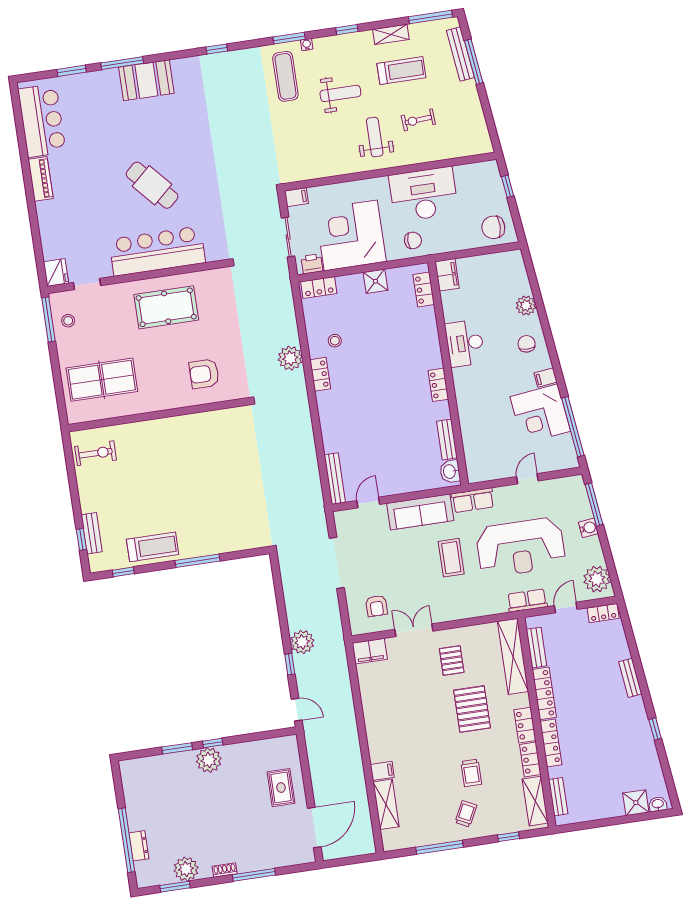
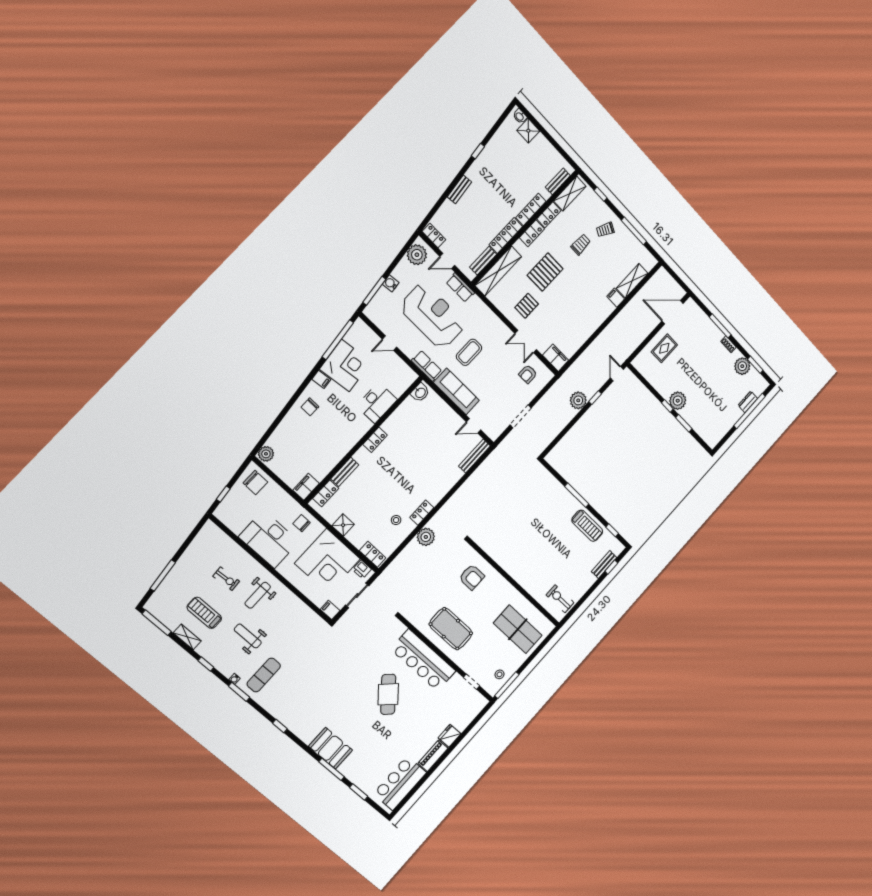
bench: (460, 54) -> (165, 587), removed
fridge: (56, 272) -> (449, 736), moved
plant: (526, 305) -> (266, 454), moved
desk: (465, 343) -> (377, 403), moved
bench: (447, 439) -> (345, 472), moved
treadmill: (153, 547) -> (587, 526), turned 180
doorway: (337, 563) -> (521, 416), width x0.73
armchair: (377, 606) -> (528, 374), turned 180

